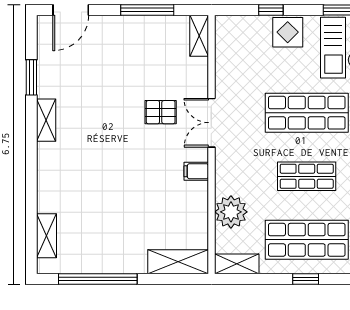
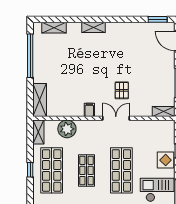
window: (31, 77) -> (158, 19), moved
shelving: (46, 120) -> (93, 27), moved

